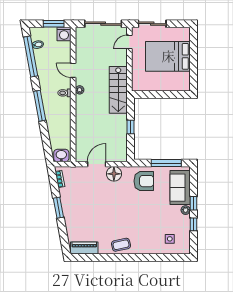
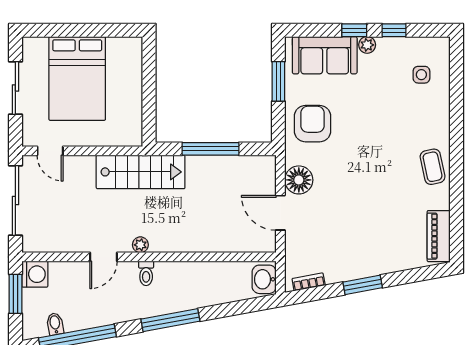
sliding door: (152, 24) -> (15, 88), moved
window: (130, 127) -> (210, 149), width x2.17
window: (166, 163) -> (278, 81), width x0.69

